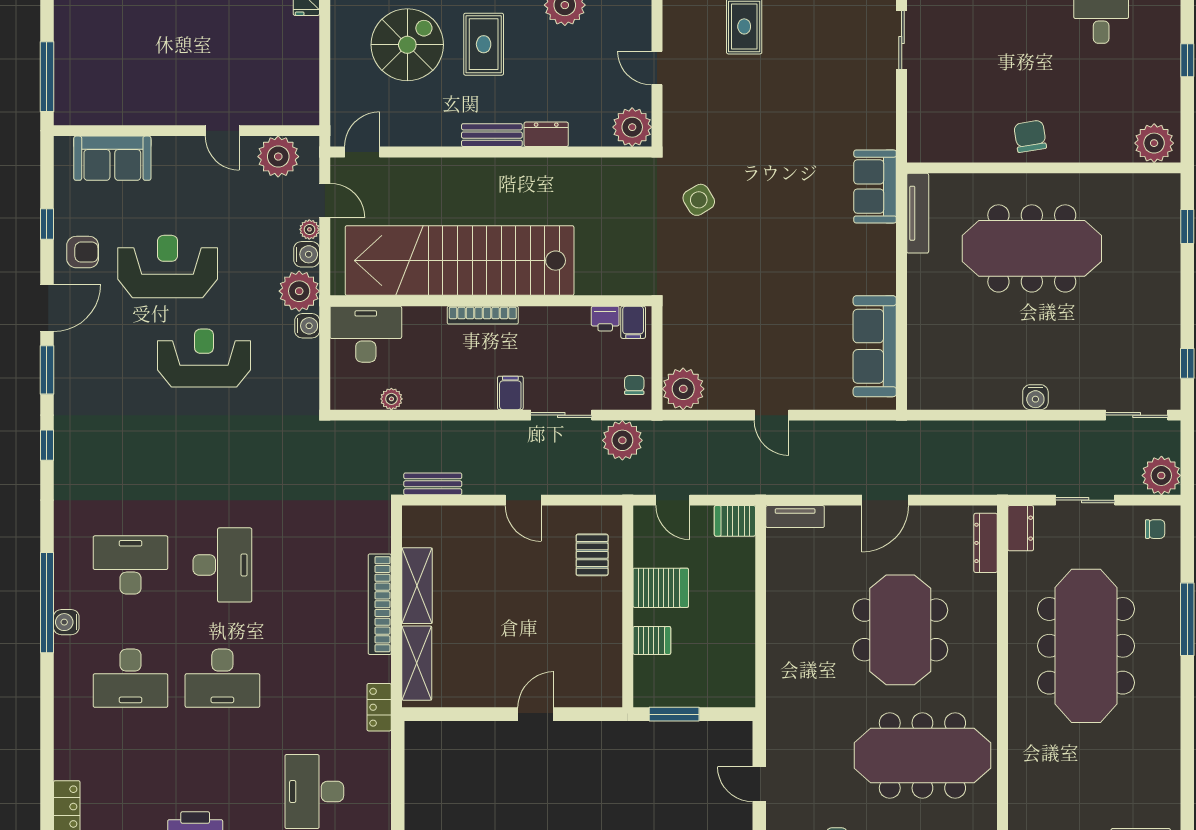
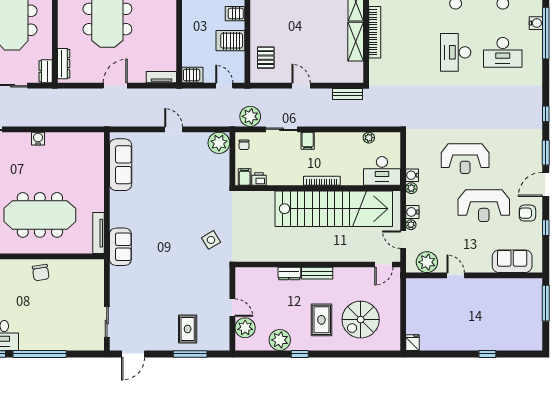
plant: (632, 127) -> (245, 328), moved
plant: (299, 291) -> (411, 188), width x0.53, depth x0.53

